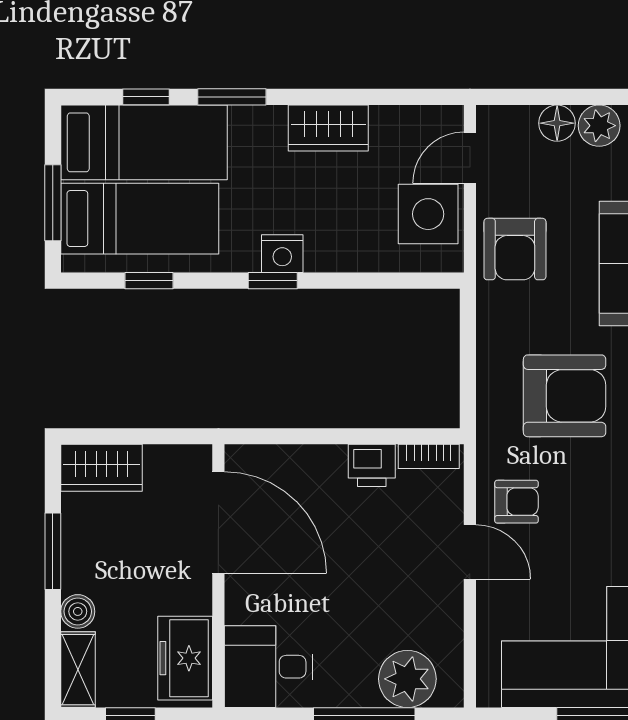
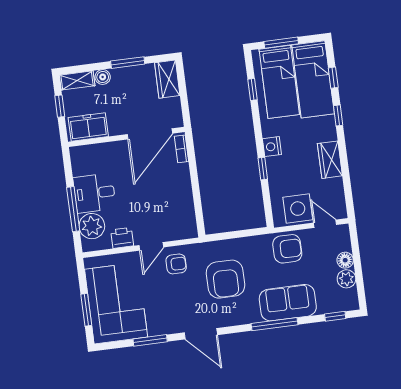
window: (232, 97) -> (338, 115), width x0.67
armchair: (515, 249) -> (287, 249), turned 180
window: (273, 281) -> (263, 169), moved
bookcase: (429, 456) -> (181, 149), moved
printer: (372, 465) -> (122, 238), moved, turned 90
armchair: (517, 502) -> (176, 264), turned -90
desk: (269, 667) -> (94, 193), moved, turned -90

